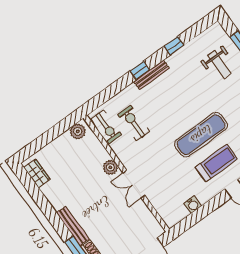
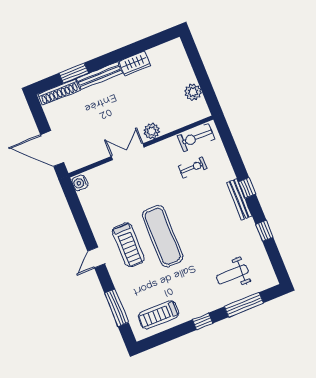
exercise bike: (134, 123) -> (193, 168), width x0.73, depth x0.72
plant: (78, 131) -> (193, 92), moved
wardrobe: (37, 173) -> (135, 63), moved
water cooler: (193, 205) -> (80, 183), moved

